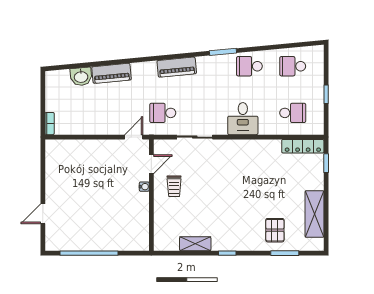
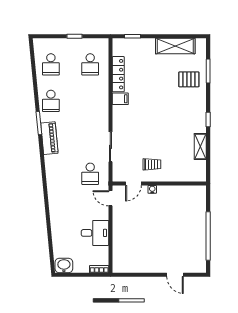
piano: (177, 67) -> (49, 138), moved
piano: (112, 73) -> (57, 217), removed
washbasin: (81, 77) -> (64, 265), moved, turned -85
school desk: (293, 113) -> (90, 64), turned 180
desk: (243, 119) -> (95, 233), moved
locker: (303, 146) -> (118, 74), moved
filing cabinet: (252, 149) -> (120, 99), added
door: (151, 164) -> (133, 183), swing flipped

